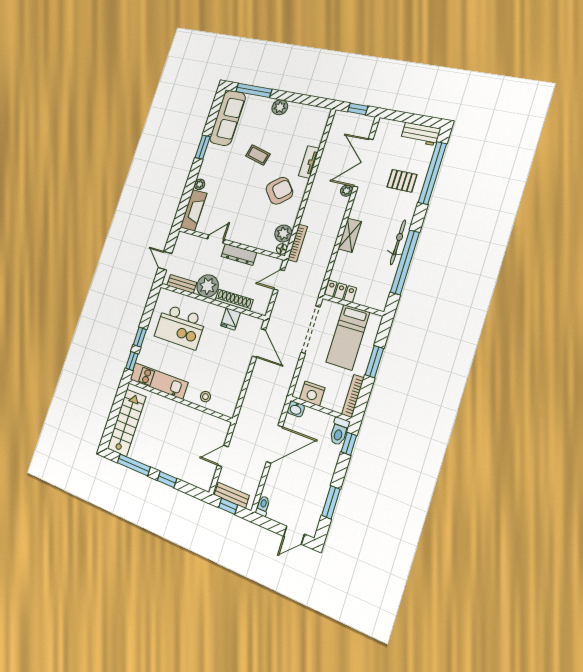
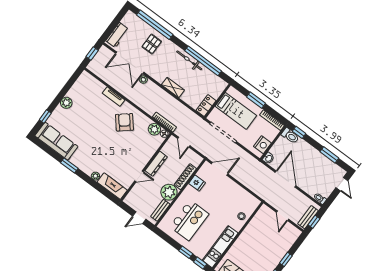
window: (254, 90) -> (45, 116), width x0.46
workbench: (421, 134) -> (117, 35), moved
coffee table: (258, 155) -> (93, 129), removed
door: (216, 239) -> (139, 176), swing flipped

